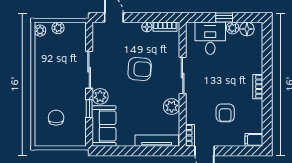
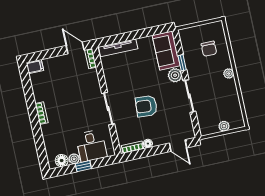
plant: (40, 31) -> (229, 73), moved
plant: (172, 107) -> (112, 80), removed
armchair: (225, 113) -> (65, 84), removed

